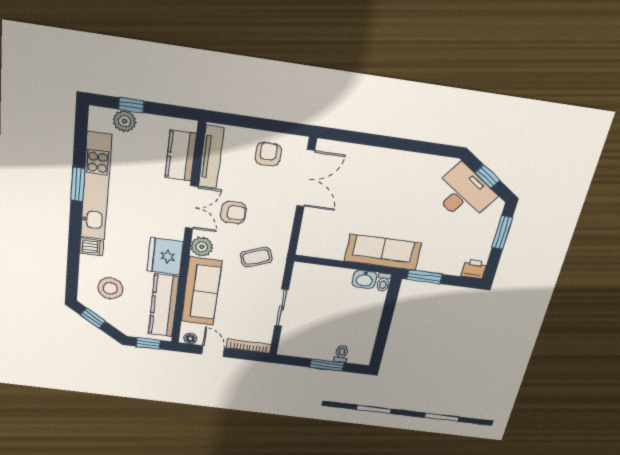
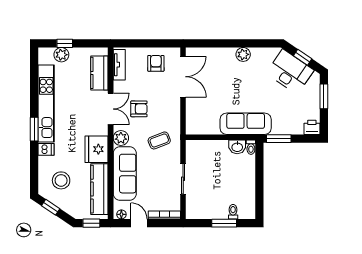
tv unit: (211, 157) -> (119, 65), width x0.71
plant: (401, 160) -> (243, 54), added
window: (78, 184) -> (34, 129), moved

